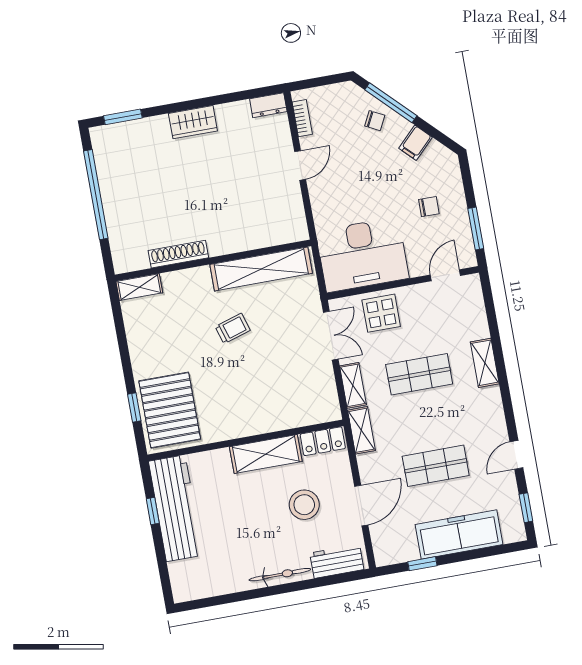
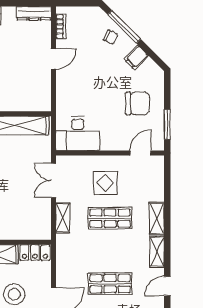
dresser: (268, 105) -> (34, 13), width x1.44
chair: (429, 207) -> (138, 103), width x1.87, depth x1.87
desk: (362, 255) -> (78, 134), width x0.73, depth x0.77
display table: (381, 313) -> (105, 183), moved
double door: (331, 336) -> (54, 180), swing flipped
shelving: (361, 430) -> (157, 252), moved

